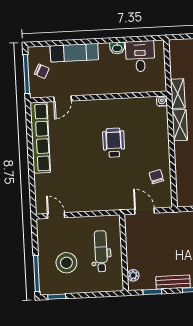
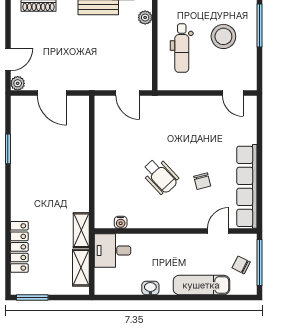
desk: (140, 56) -> (113, 250), moved, turned 90
water cooler: (162, 101) -> (121, 222), moved
shelving: (180, 125) -> (81, 268), moved
wheelchair: (114, 143) -> (160, 176), turned -43
chair: (156, 177) -> (202, 181), moved

